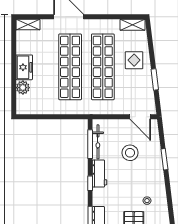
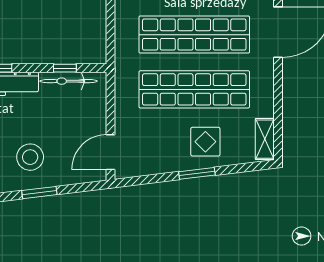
window: (155, 79) -> (197, 173), moved
window: (90, 144) -> (65, 68), width x0.46
stool: (130, 153) -> (30, 157), moved

